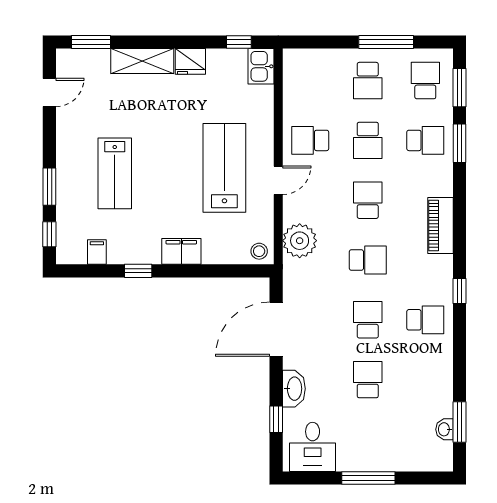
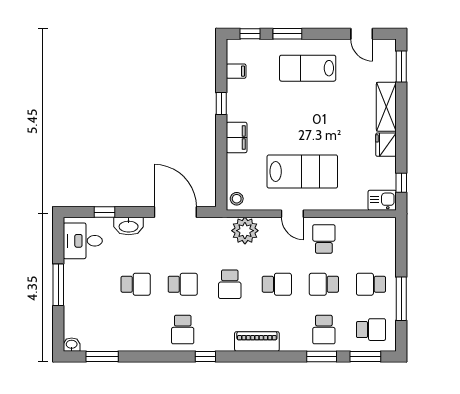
lab bench: (115, 173) -> (308, 68), moved
washbasin: (444, 429) -> (72, 345), moved

